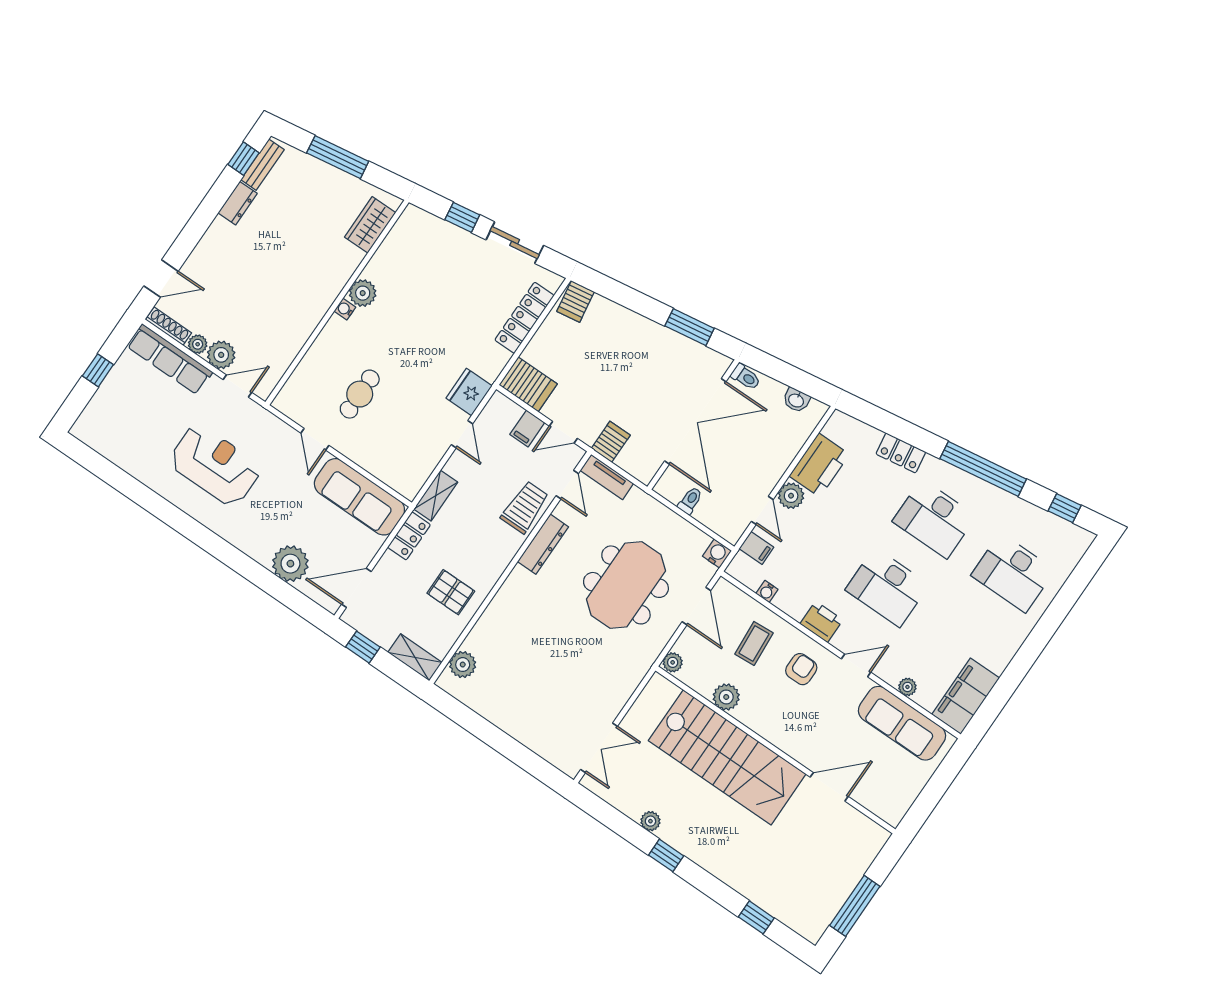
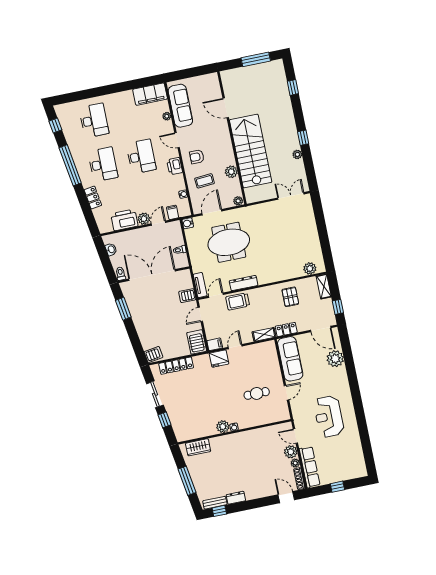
filing cabinet: (527, 428) -> (215, 344), moved
door: (563, 432) -> (200, 314), swing flipped

